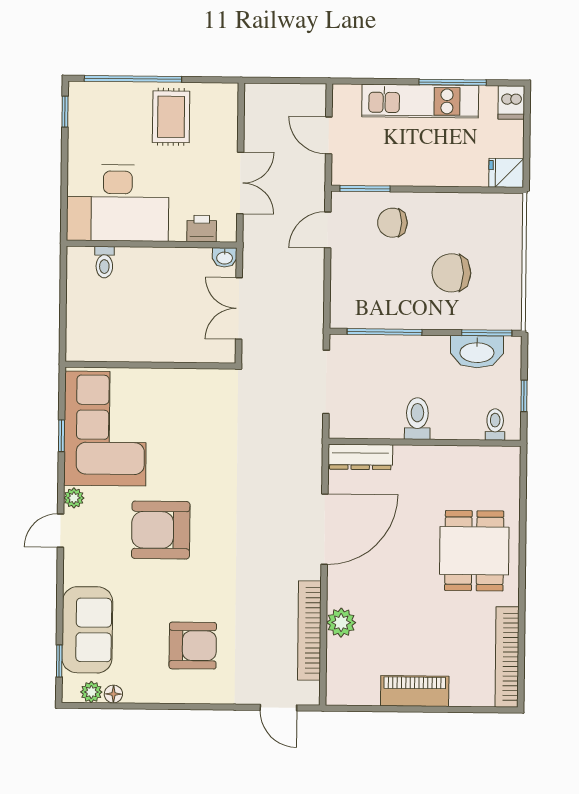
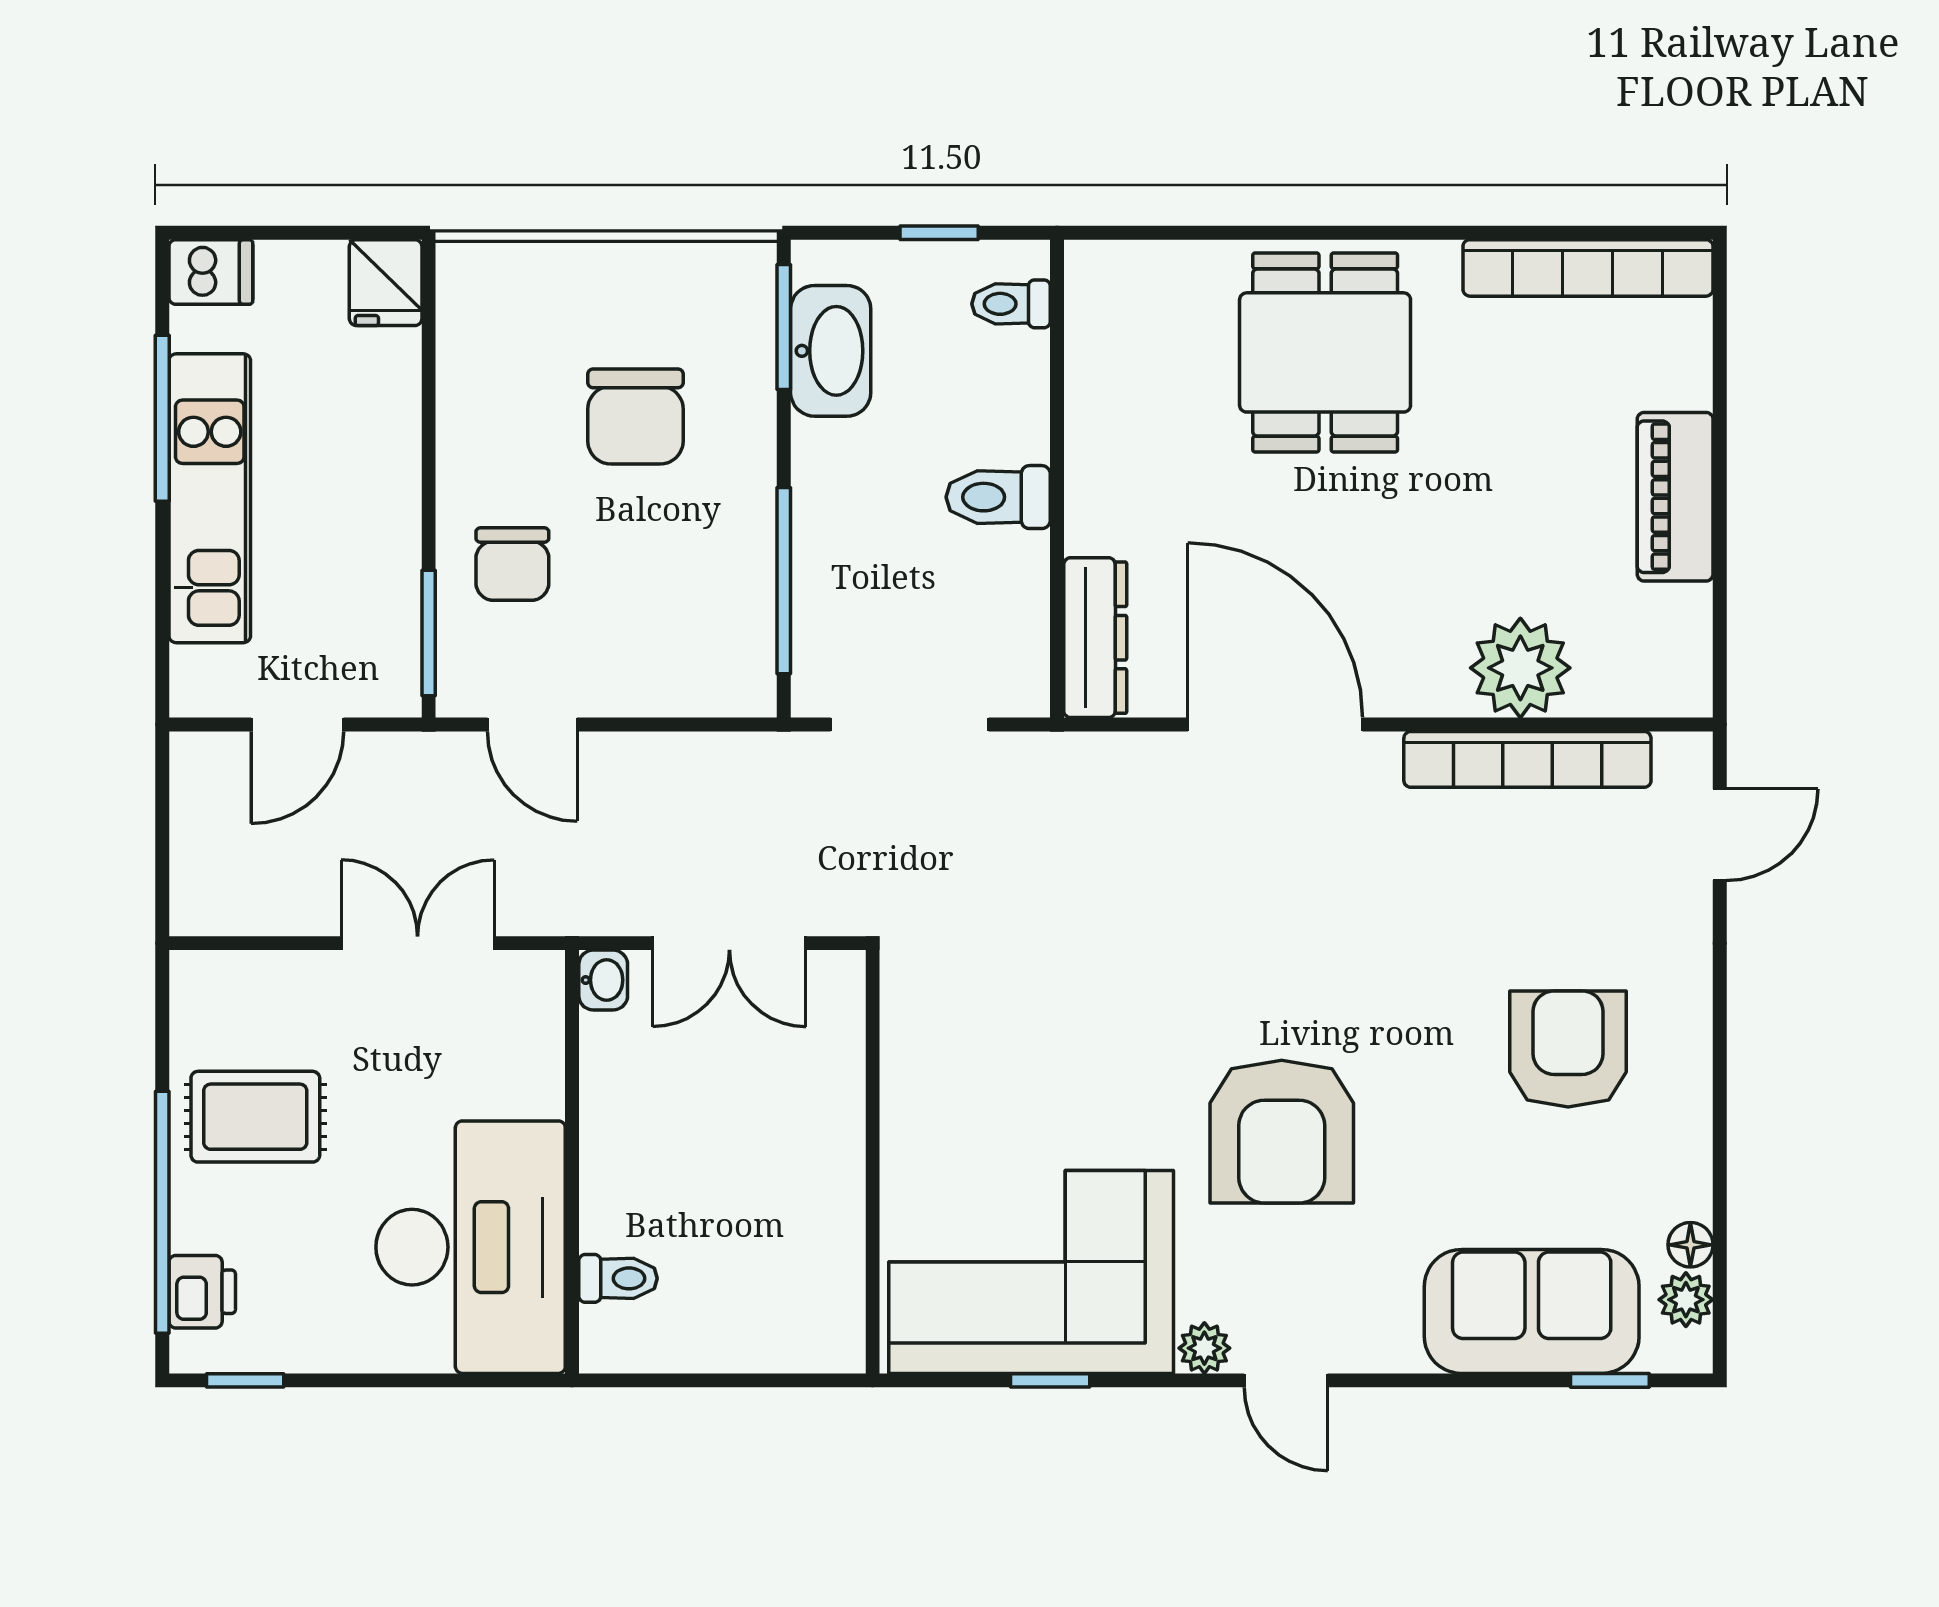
printer: (202, 229) -> (202, 1292), moved, turned 180
dining table: (474, 551) -> (1325, 352), turned 90
plant: (341, 623) -> (1520, 668), width x1.36, depth x1.36

